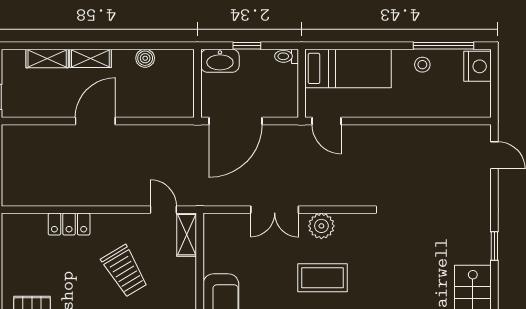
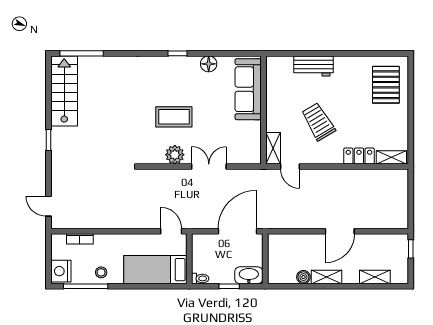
shelving: (90, 58) -> (326, 277), moved
bookcase: (451, 110) -> (80, 239), added
shelving: (25, 222) -> (391, 157), added

